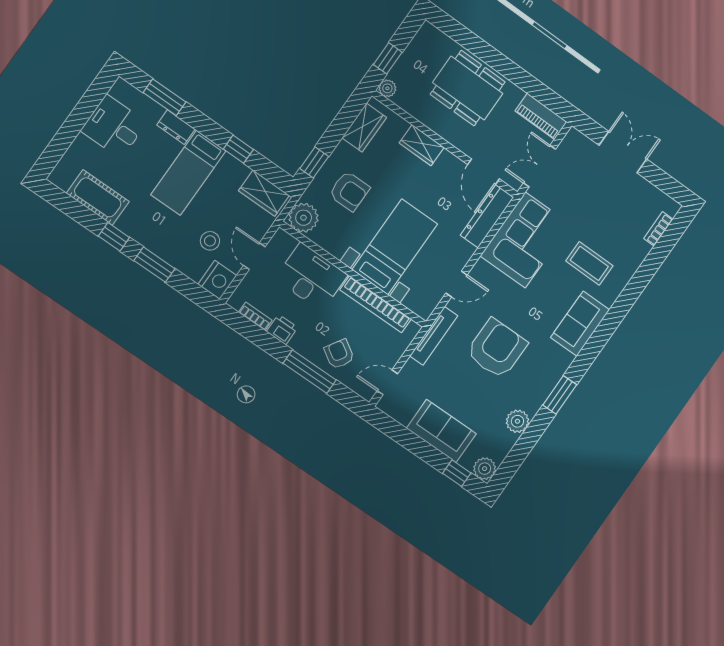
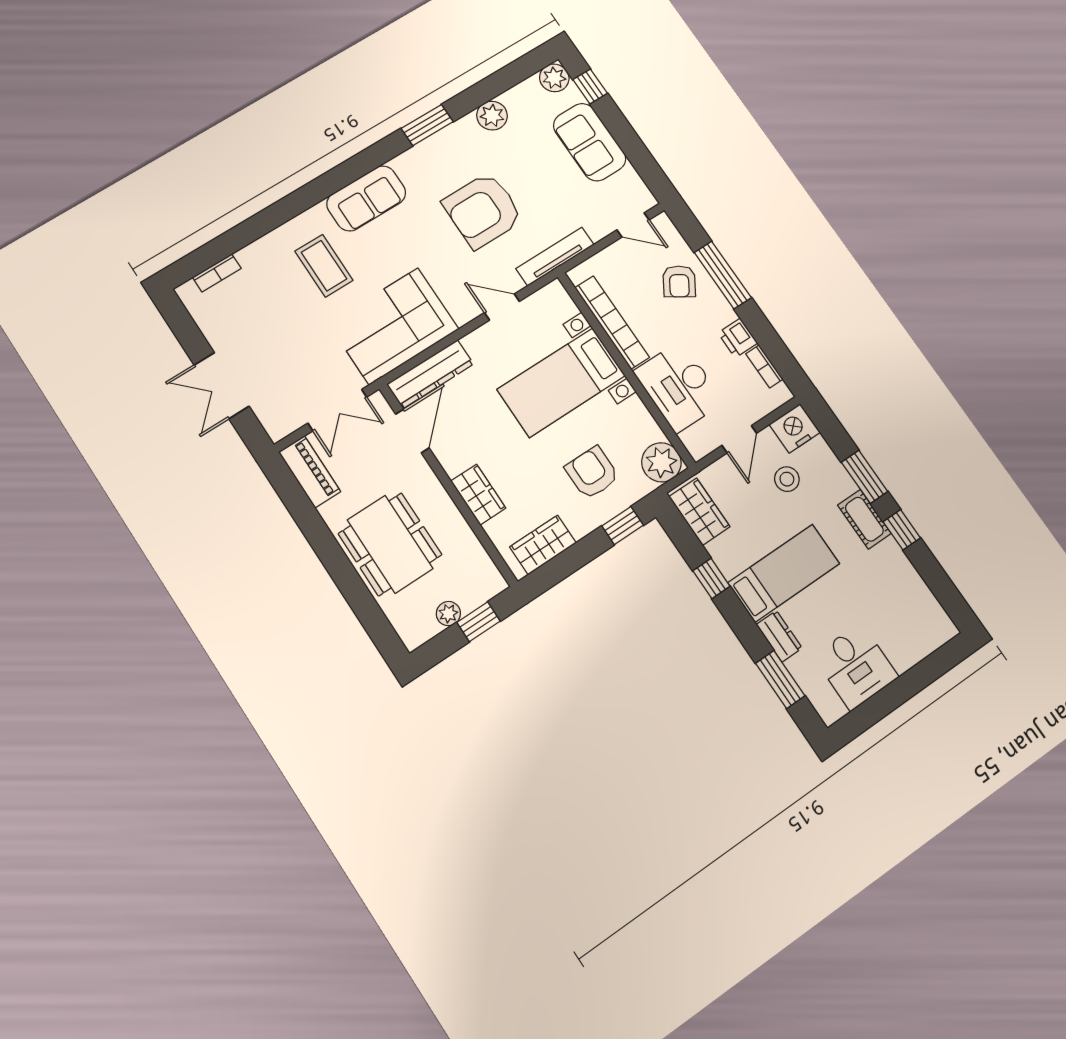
plant: (387, 88) -> (448, 614), moved
cot: (98, 197) -> (864, 519), moved, width x0.73, depth x0.75

